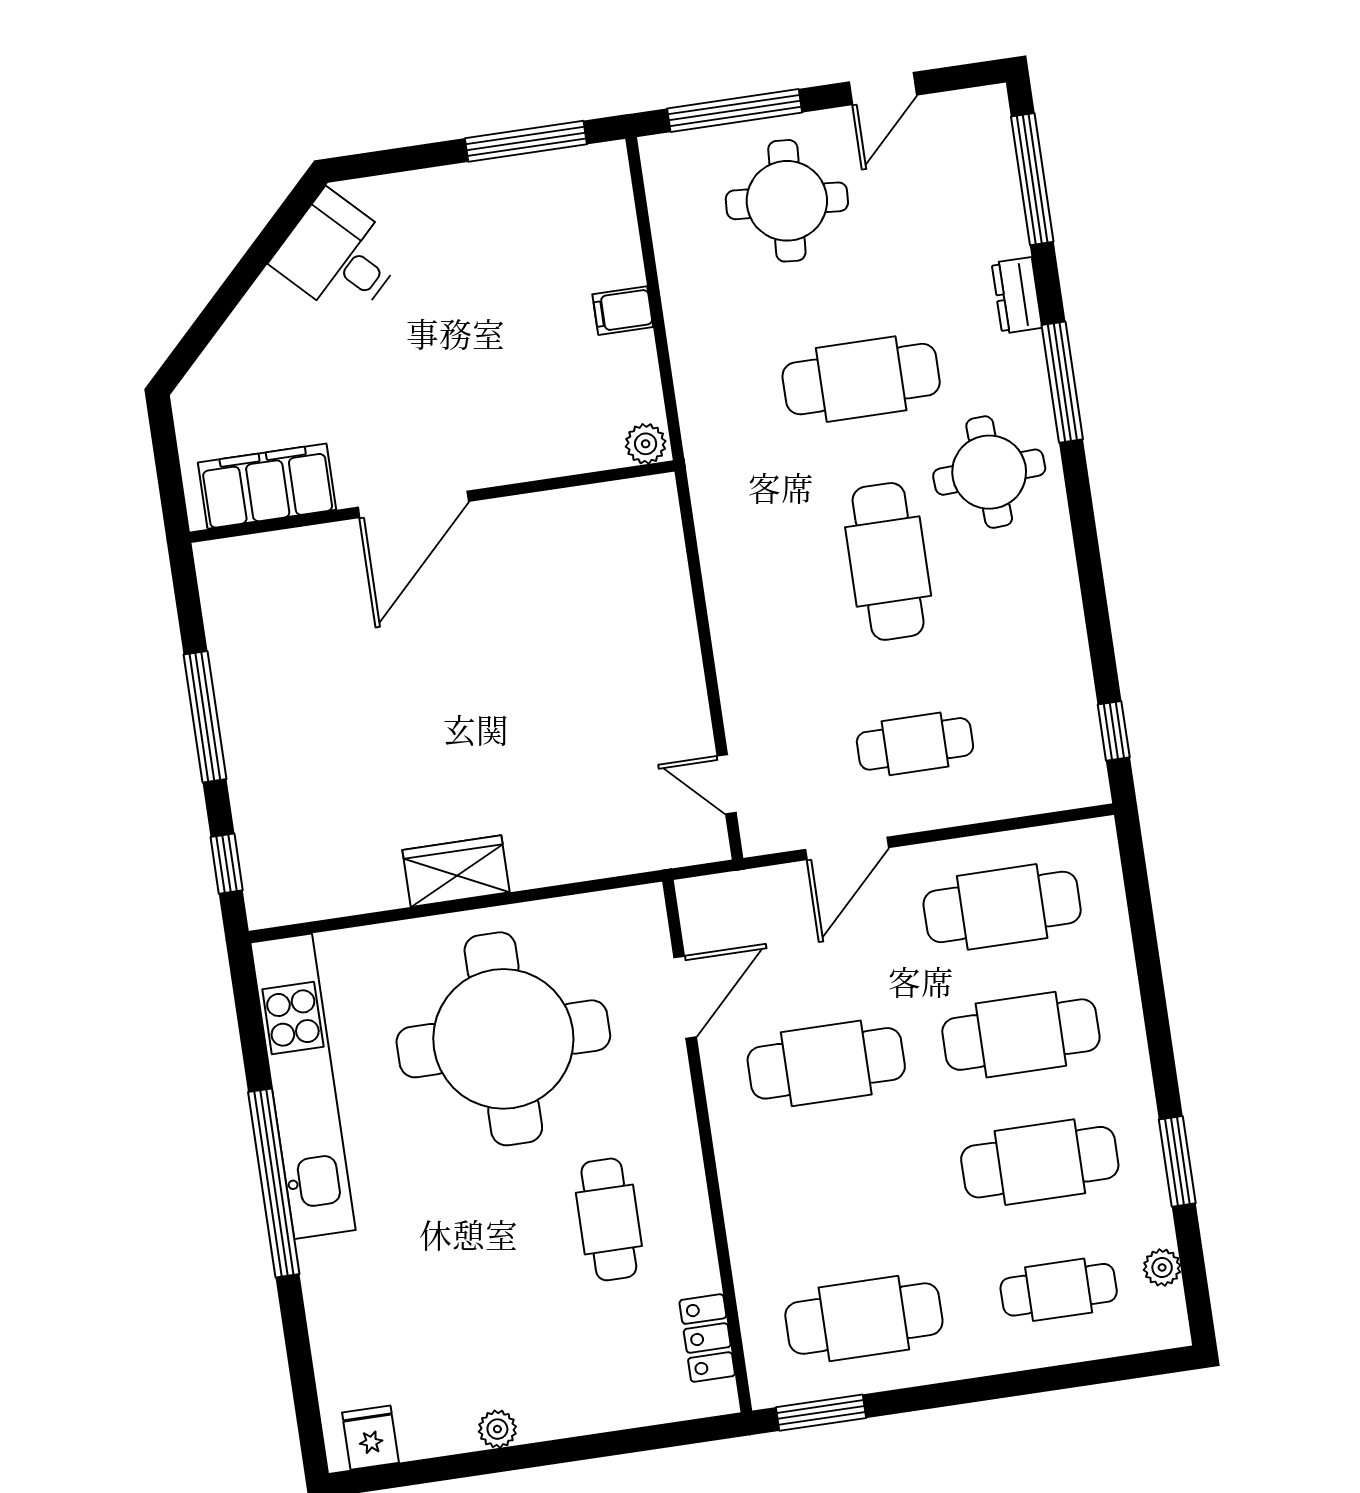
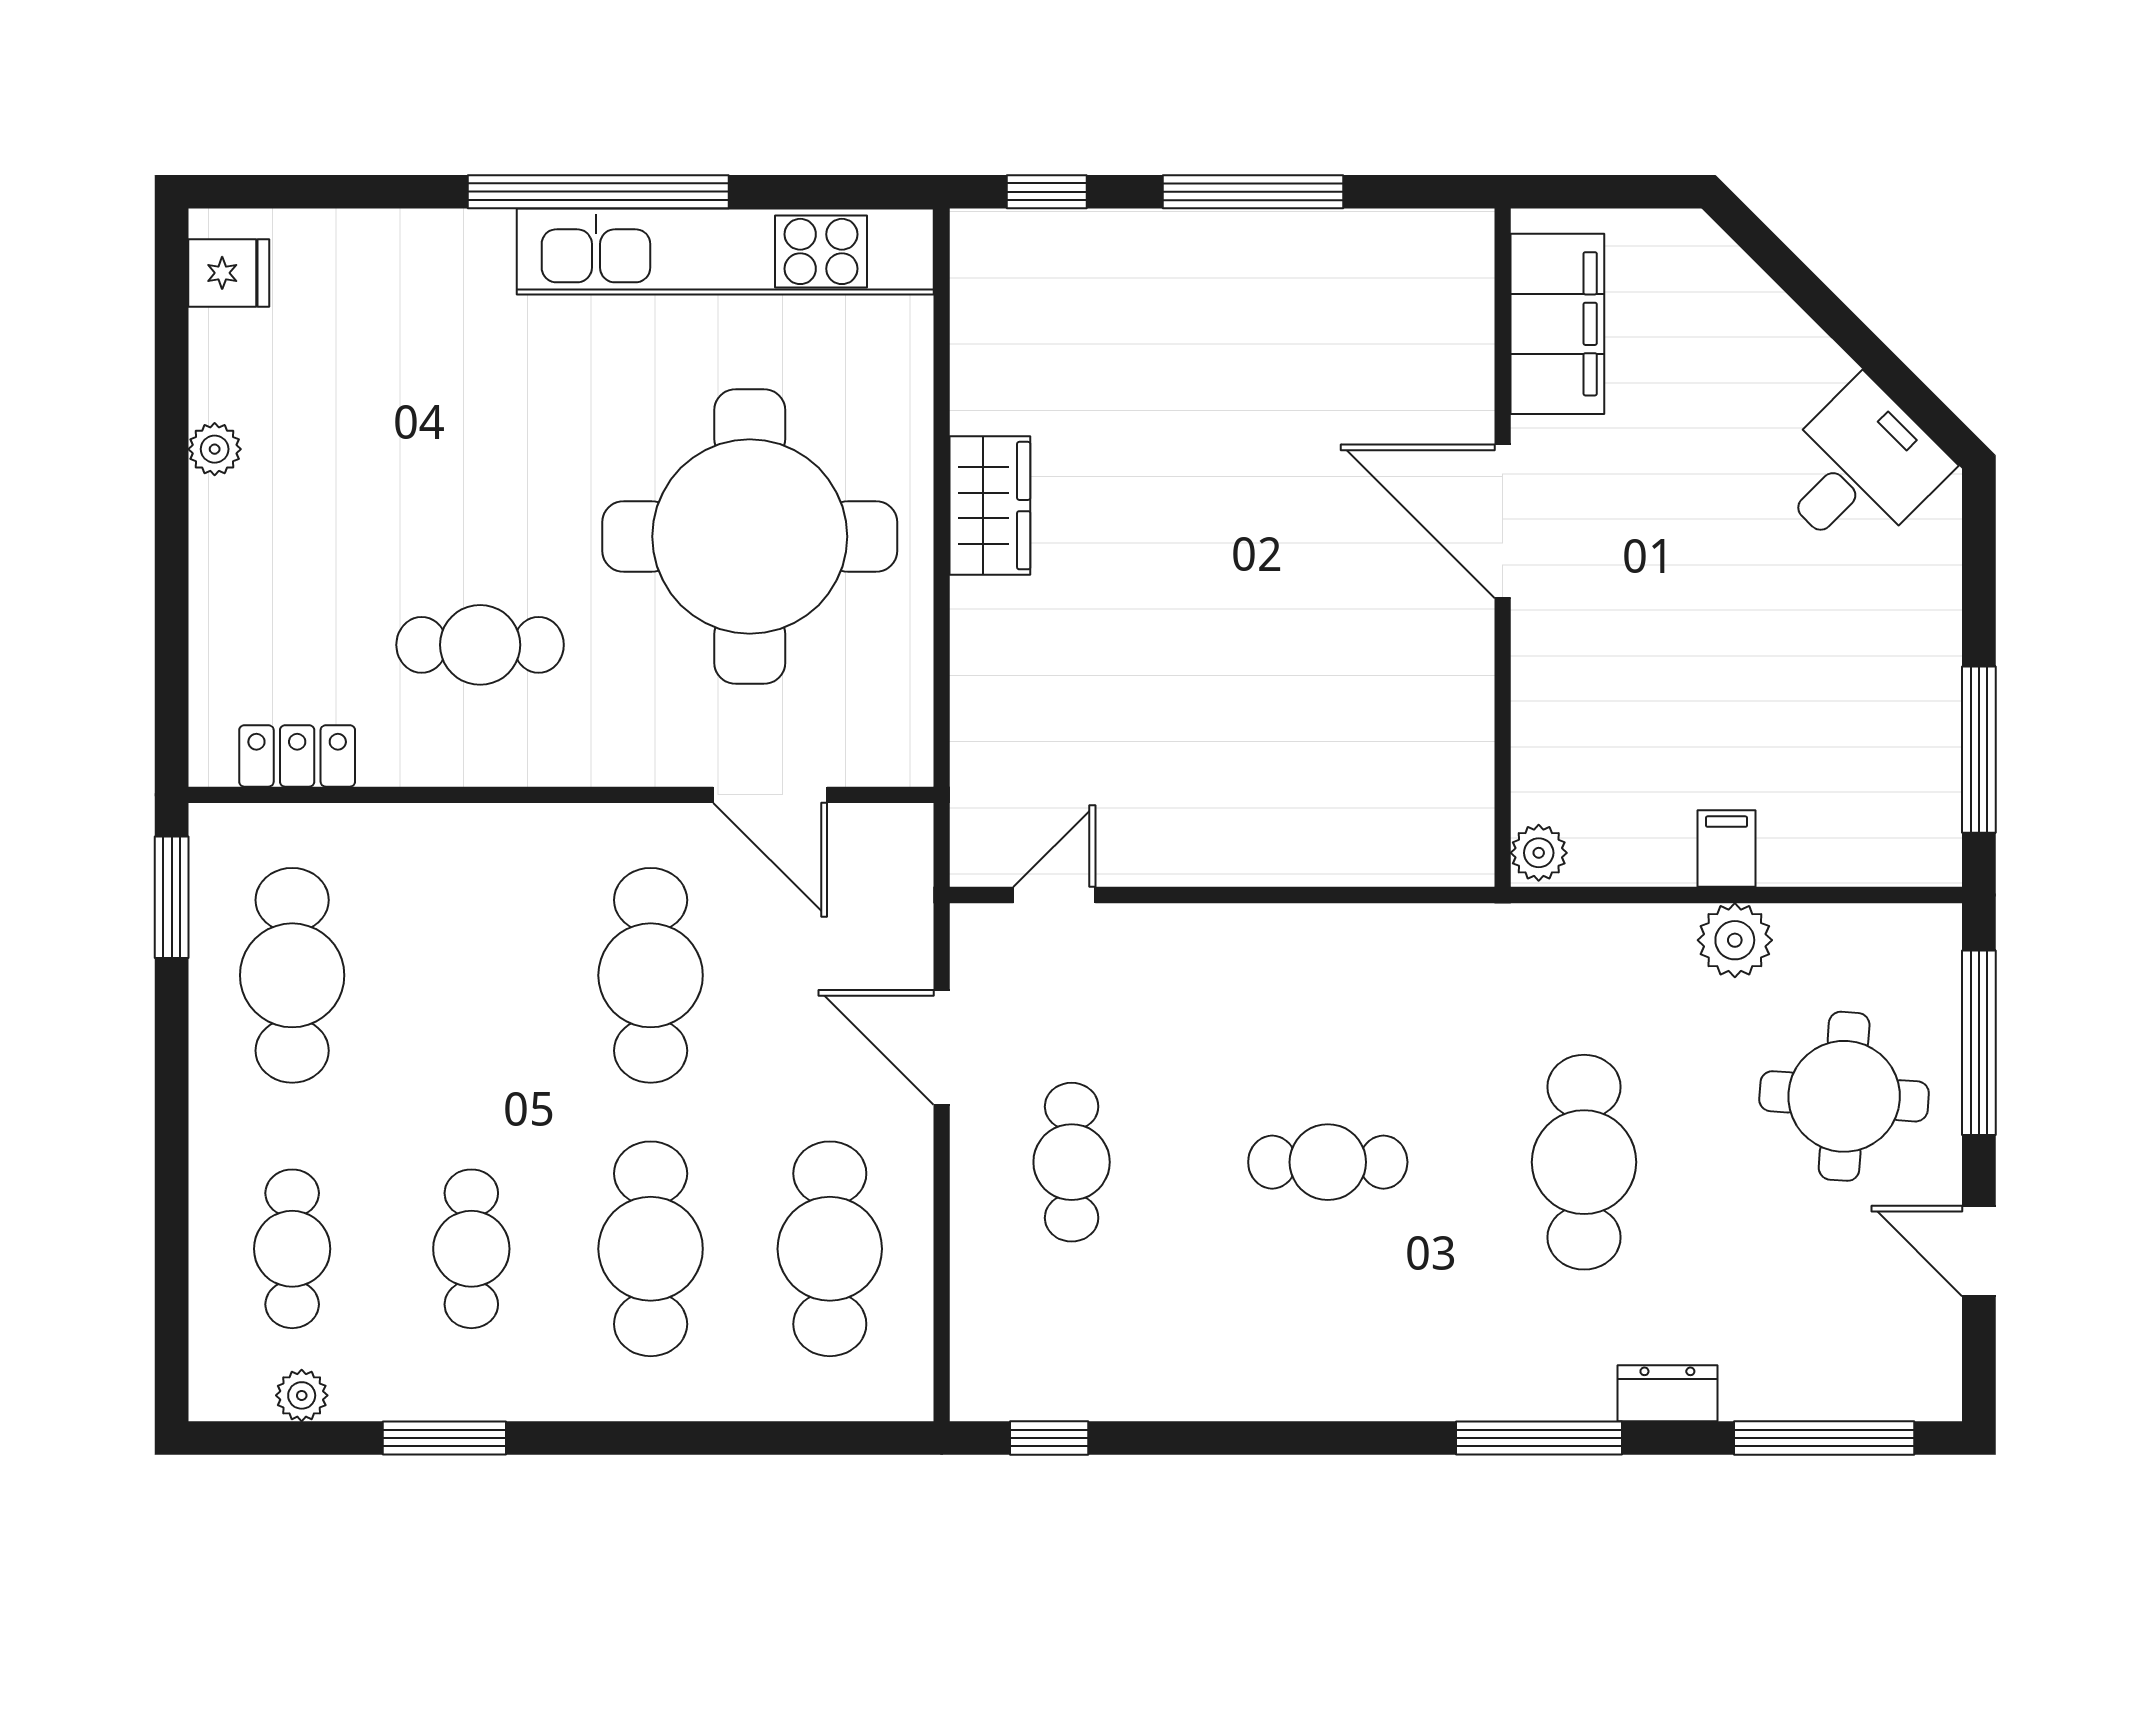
plant: (687, 295) -> (1735, 940), added
round table: (989, 472) -> (1430, 1319), removed
cafe table: (888, 561) -> (1328, 1162), width x0.73, depth x0.74
cafe table: (1040, 1162) -> (471, 1249), width x0.73, depth x0.74

